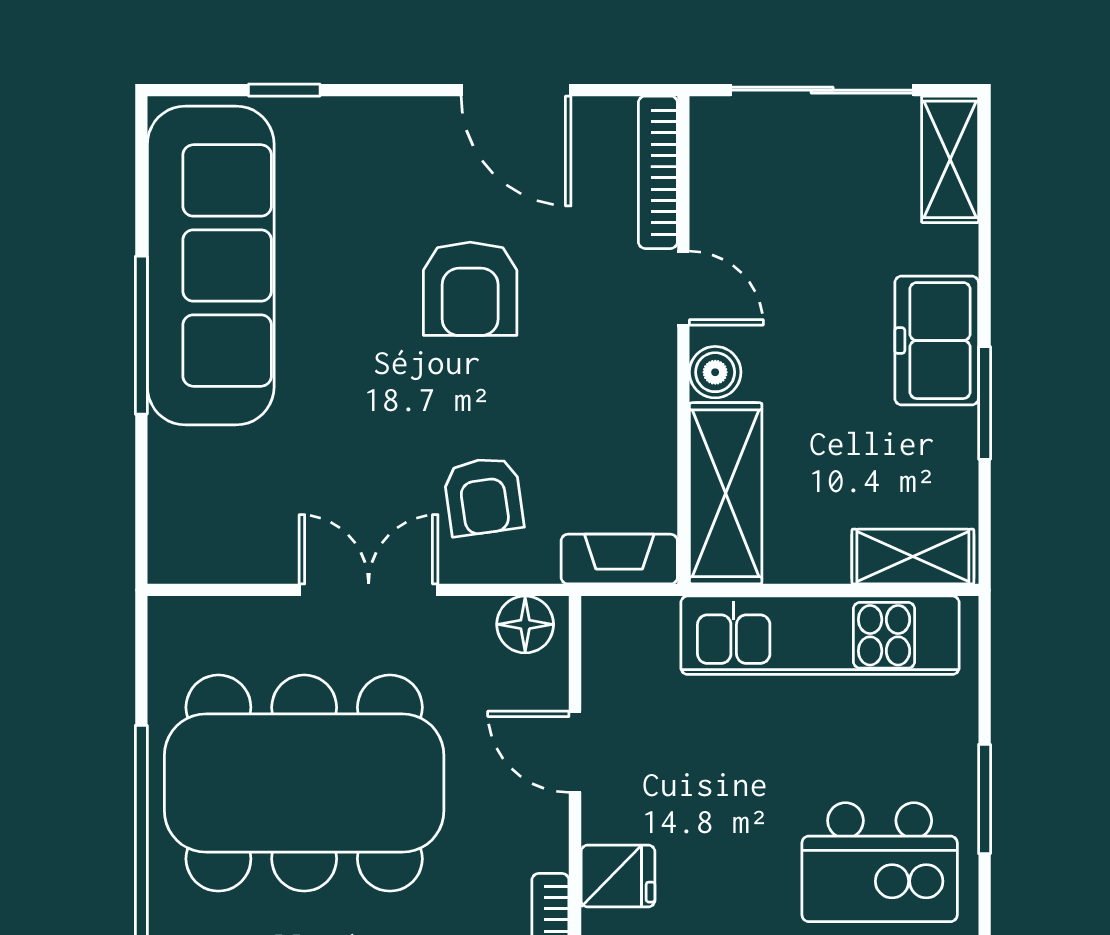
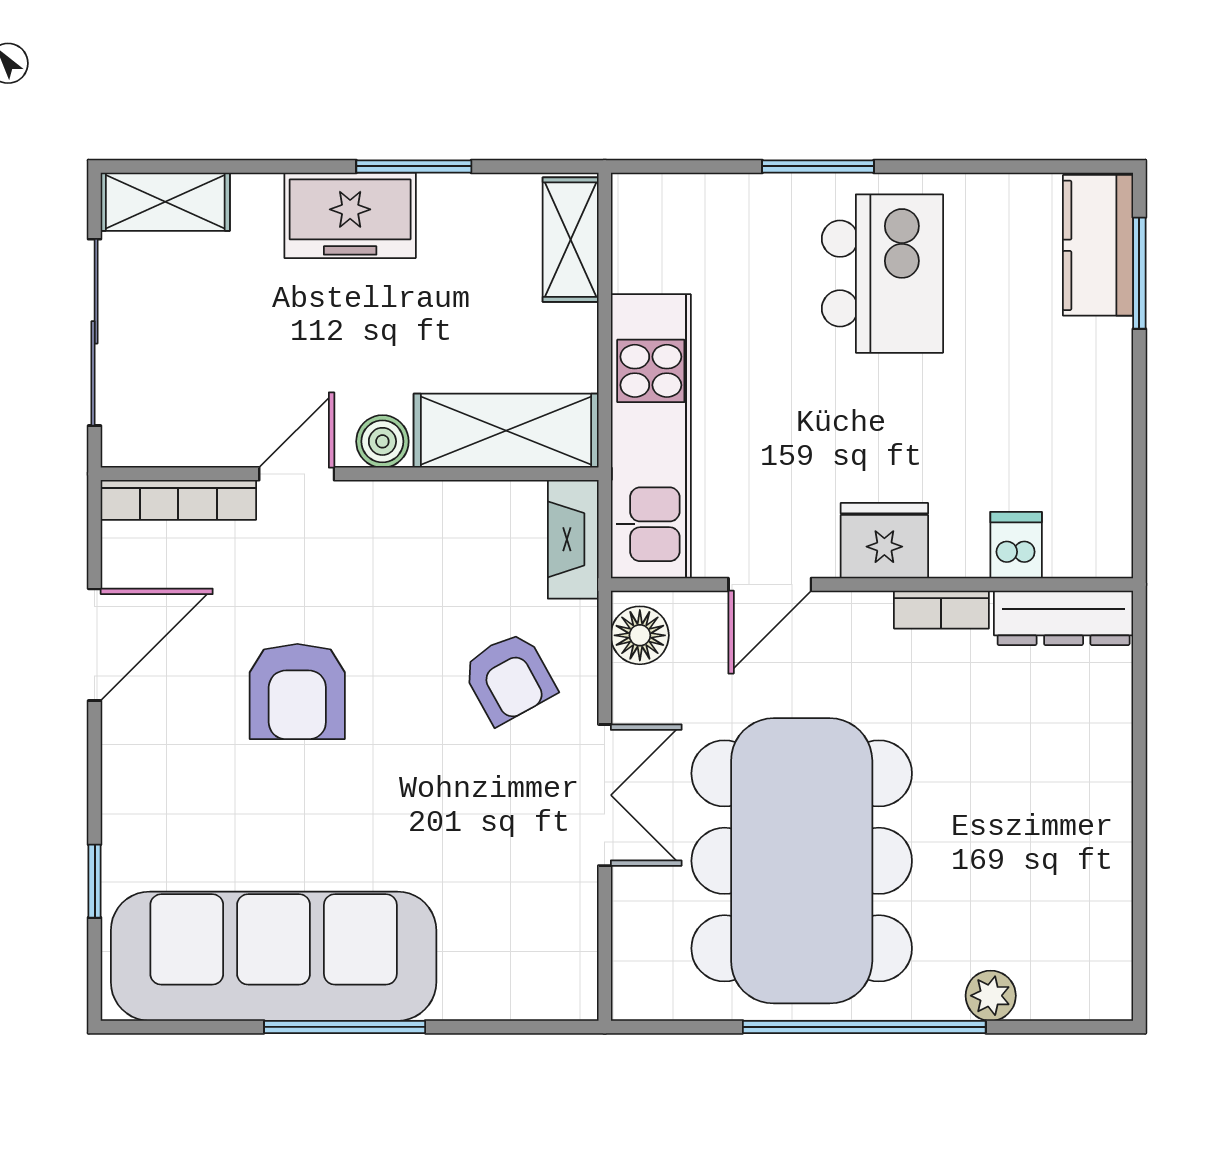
armchair: (470, 289) -> (297, 691), turned 90
armchair: (483, 496) -> (509, 678), turned 69
double door: (369, 590) -> (605, 795), swing flipped
kitchen unit: (820, 635) -> (651, 436), moved
fridge: (618, 876) -> (884, 541), width x1.38

